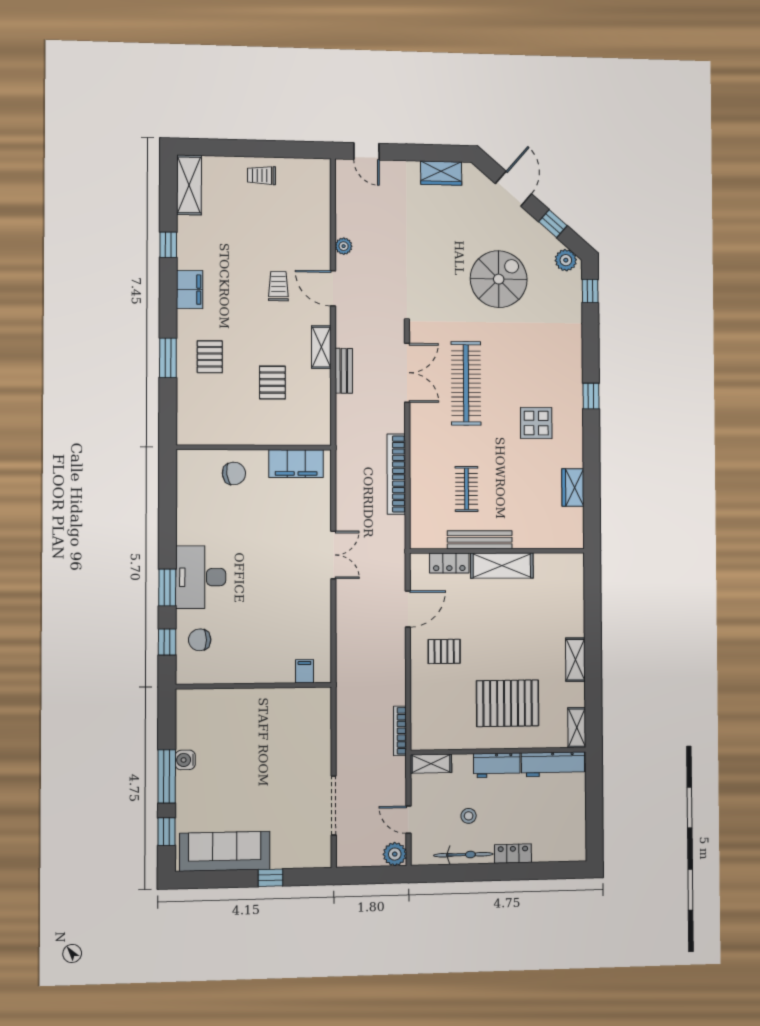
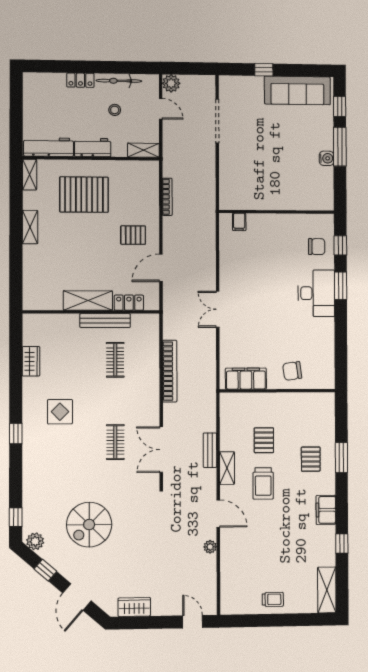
trolley: (278, 286) -> (263, 483), moved, width x1.36, depth x1.39
clothes rail: (466, 383) -> (115, 442), width x0.54, depth x0.76
bookcase: (400, 731) -> (167, 197), moved

